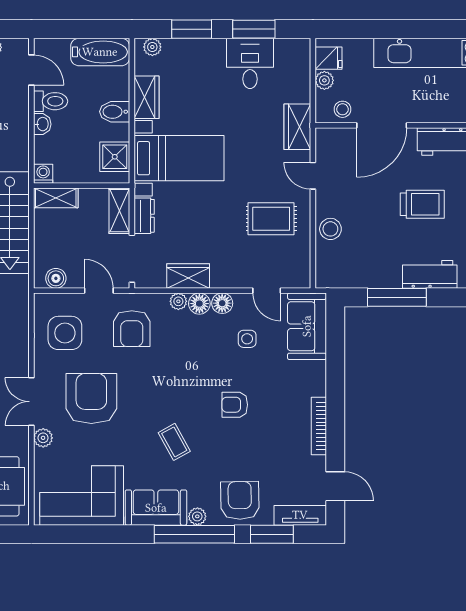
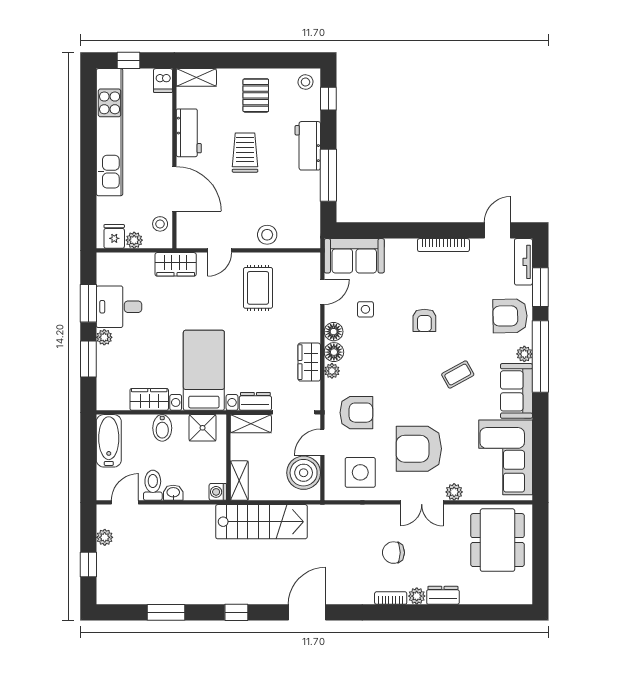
plant: (152, 47) -> (104, 337), moved
boiler: (56, 278) -> (304, 473), width x1.86, depth x1.86

